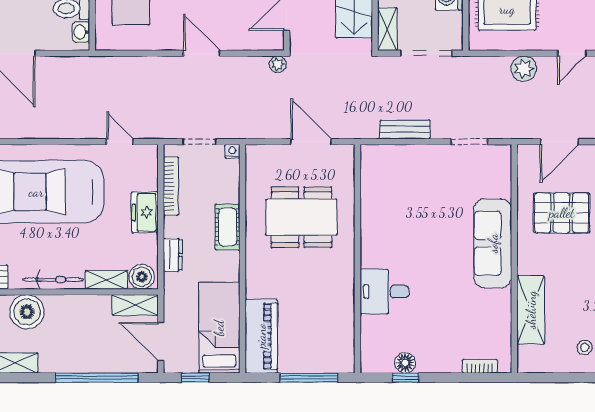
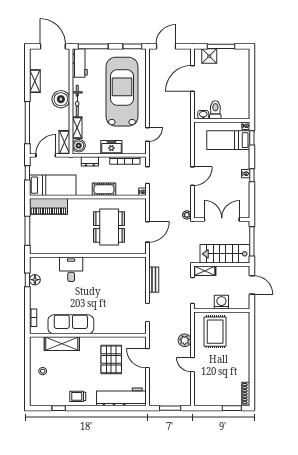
sofa: (493, 243) -> (71, 324), moved
boiler: (27, 312) -> (61, 99), moved

